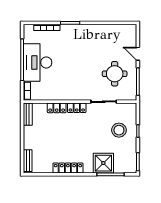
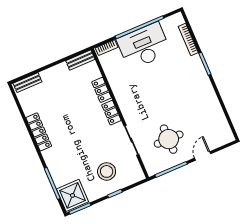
shower: (103, 163) -> (73, 195), moved

